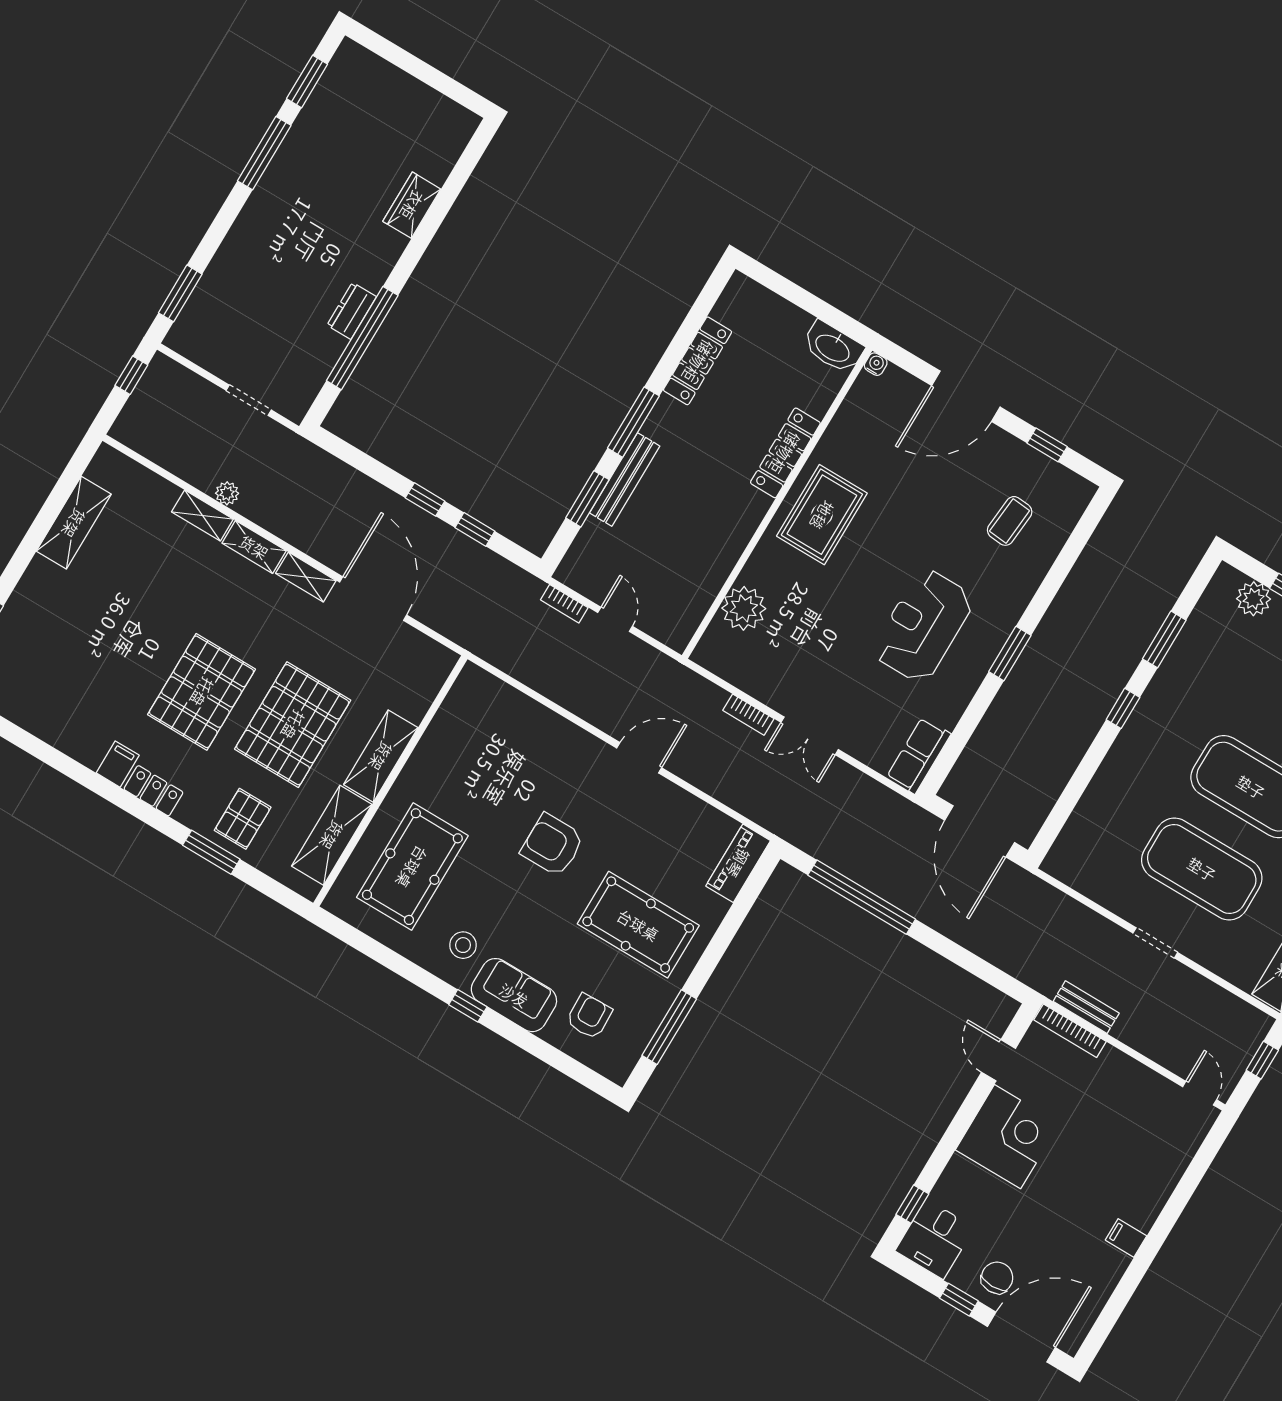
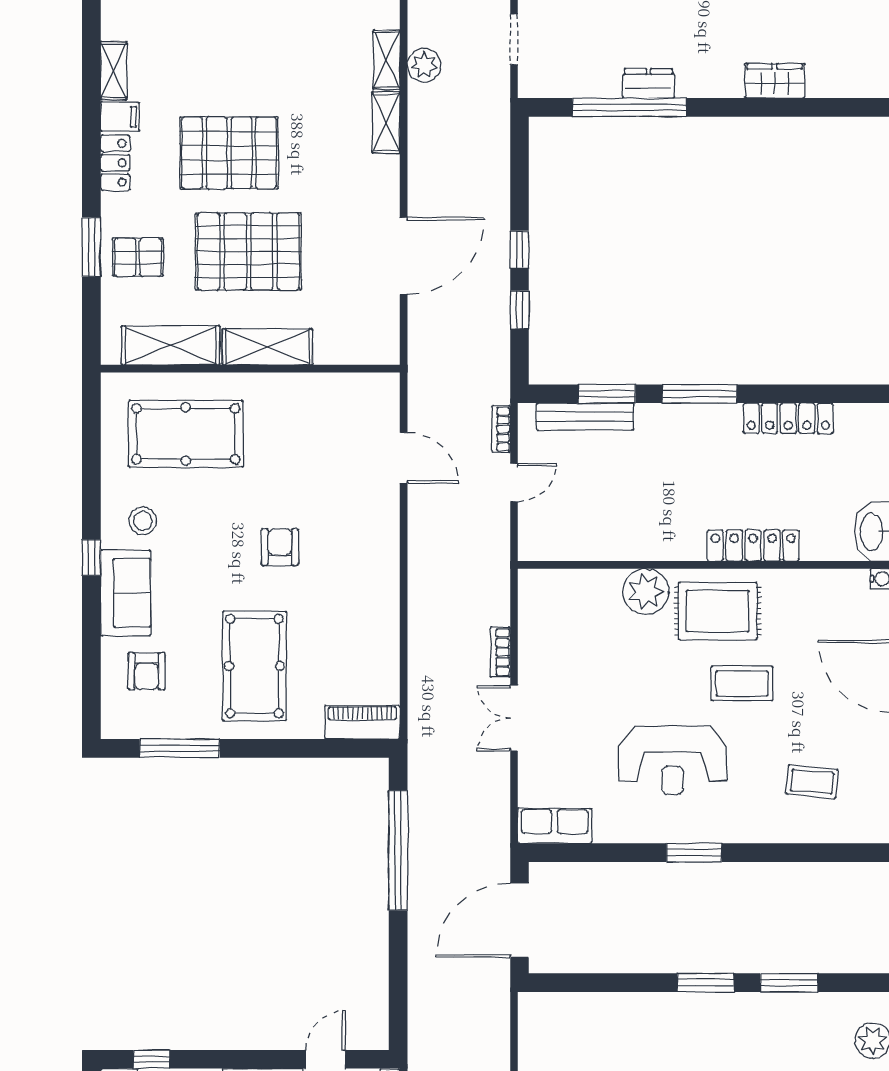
bench: (625, 479) -> (585, 417), moved
plant: (227, 493) -> (424, 65), width x1.38, depth x1.38
coffee table: (894, 530) -> (742, 683), added
shelving: (306, 577) -> (114, 71), moved
plant: (744, 608) -> (646, 592), moved
reception desk: (923, 626) -> (673, 760), turned 180
window: (1123, 708) -> (706, 983), width x1.50
door: (639, 758) -> (404, 458), moved
armchair: (552, 845) -> (280, 547), width x0.72, depth x0.72
armchair: (589, 1016) -> (147, 671), turned 92

